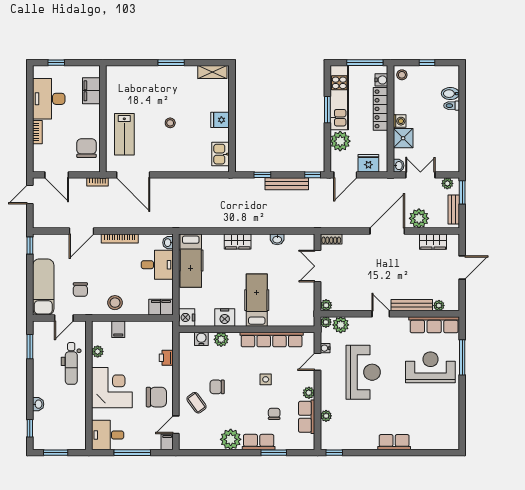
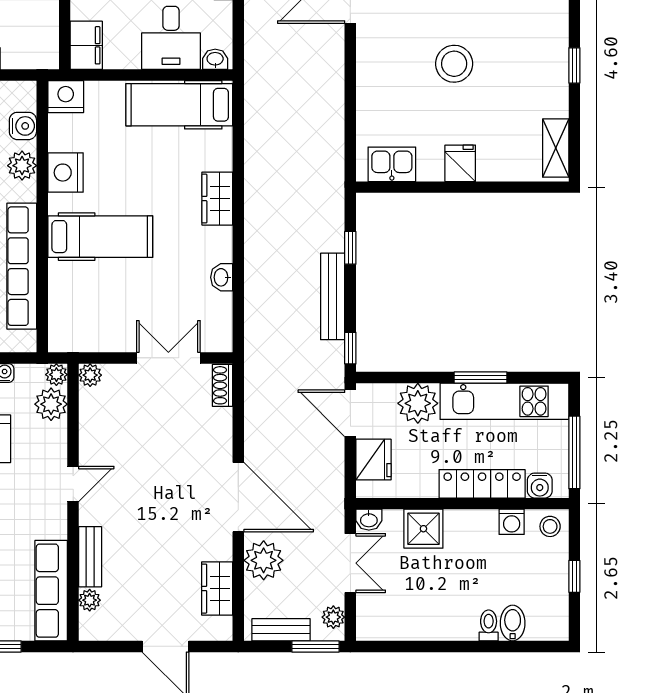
window: (171, 63) -> (574, 65), width x0.67
washing machine: (400, 121) -> (512, 522), moved
stool: (170, 123) -> (454, 64), width x1.89, depth x1.89
bench: (412, 305) -> (90, 557), width x0.73

